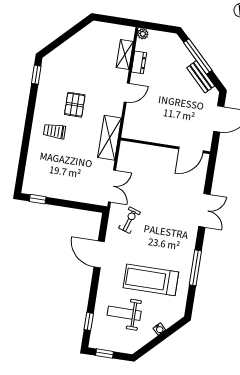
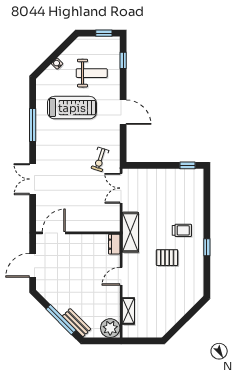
plant: (143, 34) -> (110, 328), width x1.88, depth x1.88
dresser: (139, 62) -> (114, 244), moved
window: (36, 75) -> (207, 247), moved
bench: (201, 77) -> (77, 323), moved
pallet: (75, 105) -> (167, 258), turned 90
door: (99, 254) -> (123, 112), moved

